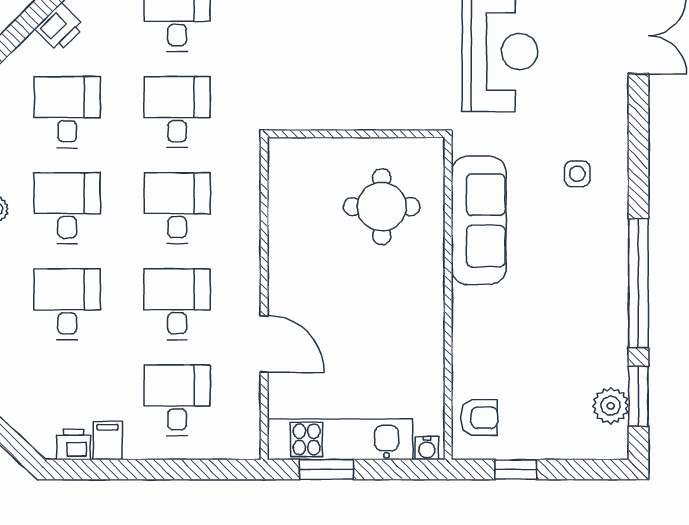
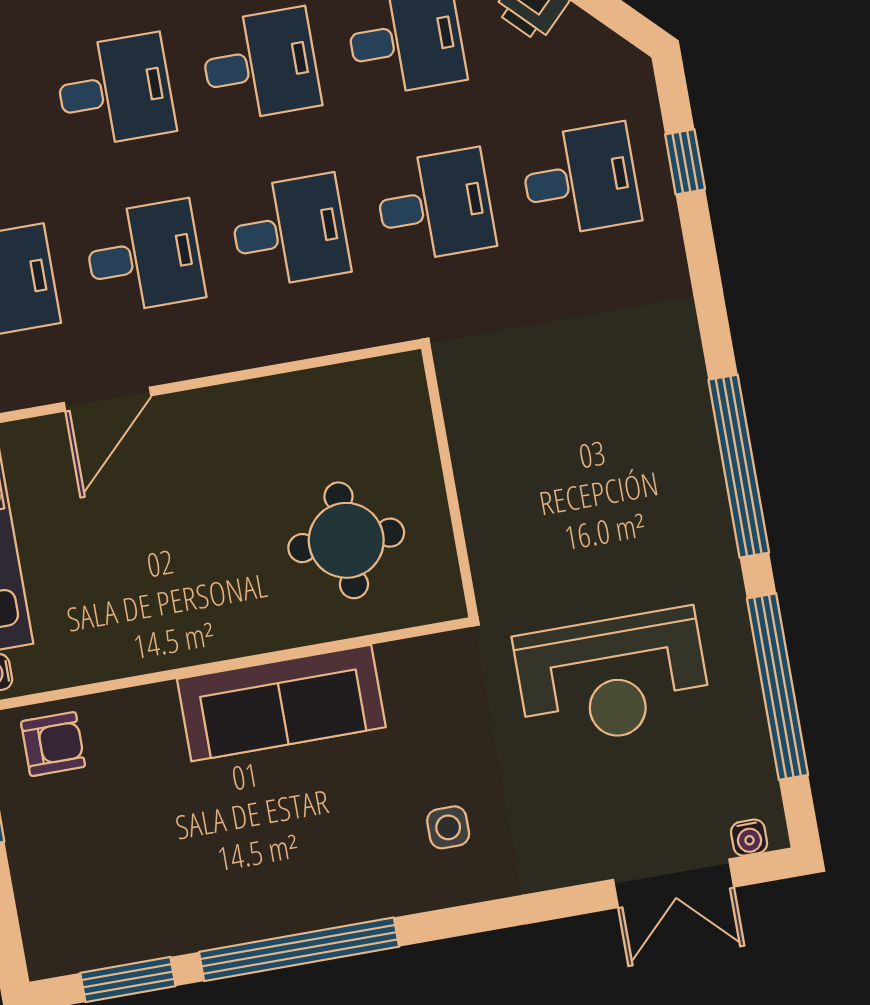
sofa: (479, 220) -> (281, 703), moved
plant: (611, 406) -> (106, 940), removed
armchair: (479, 418) -> (53, 744), turned -90

